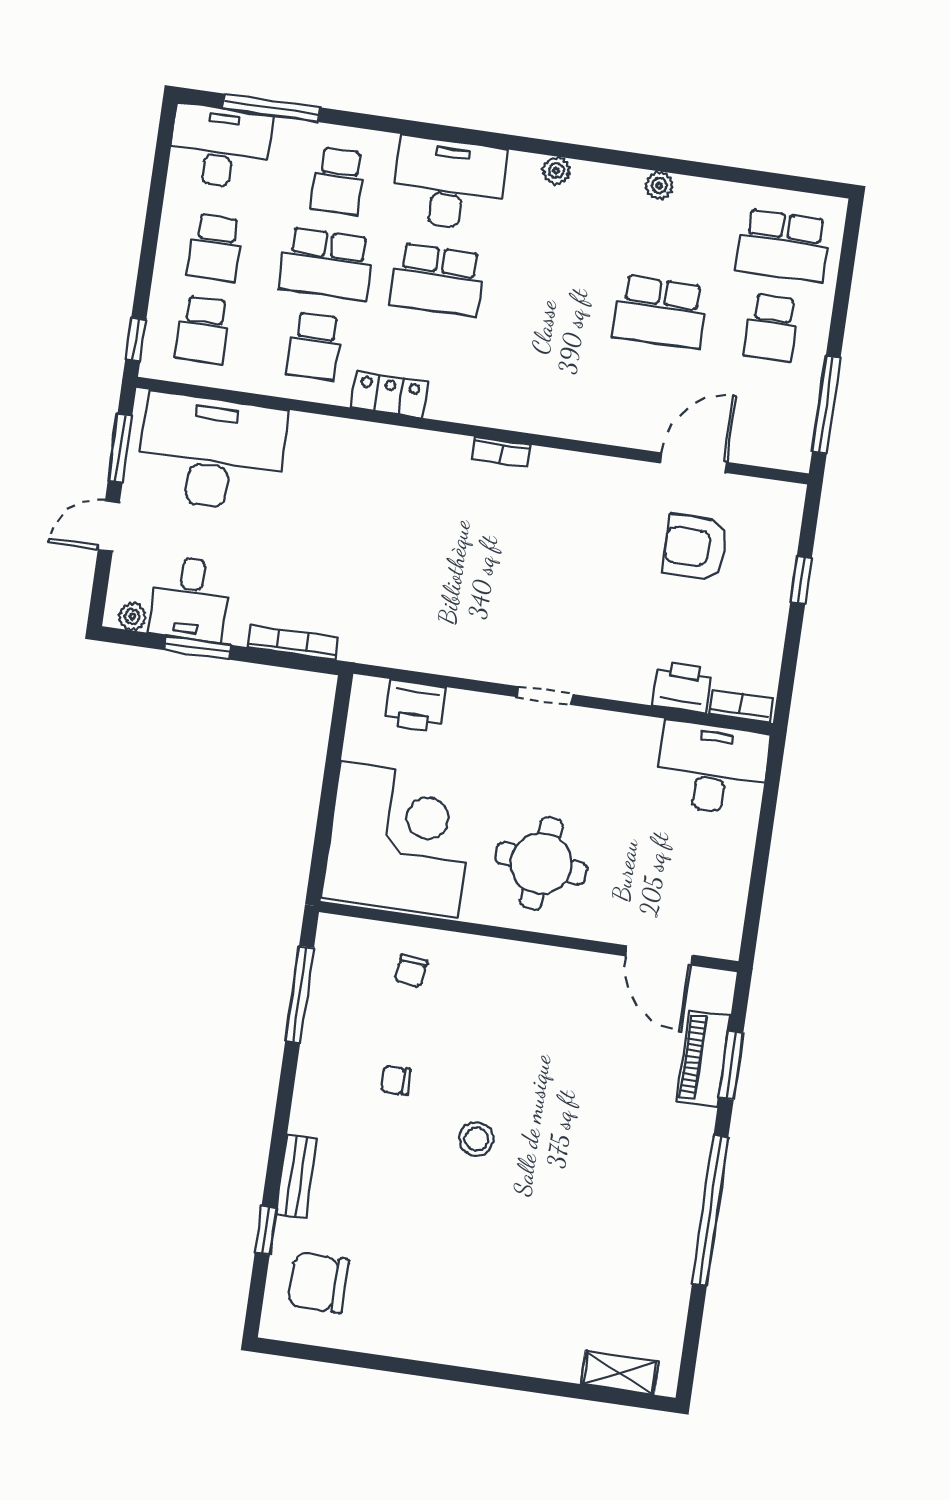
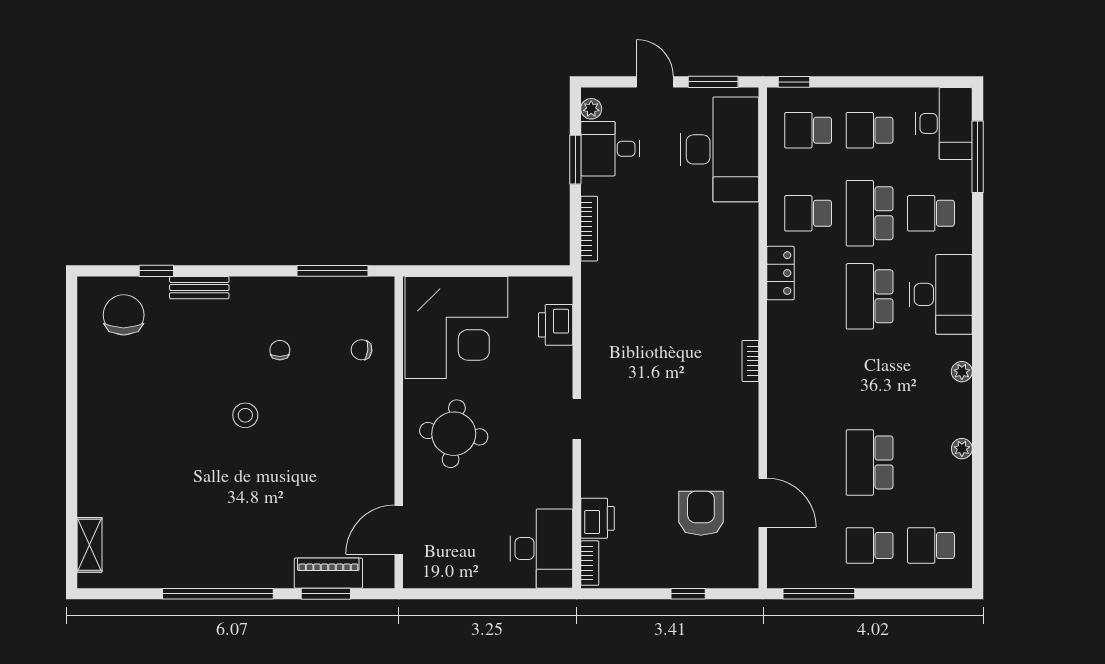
school desk: (783, 245) -> (931, 546), width x0.54

